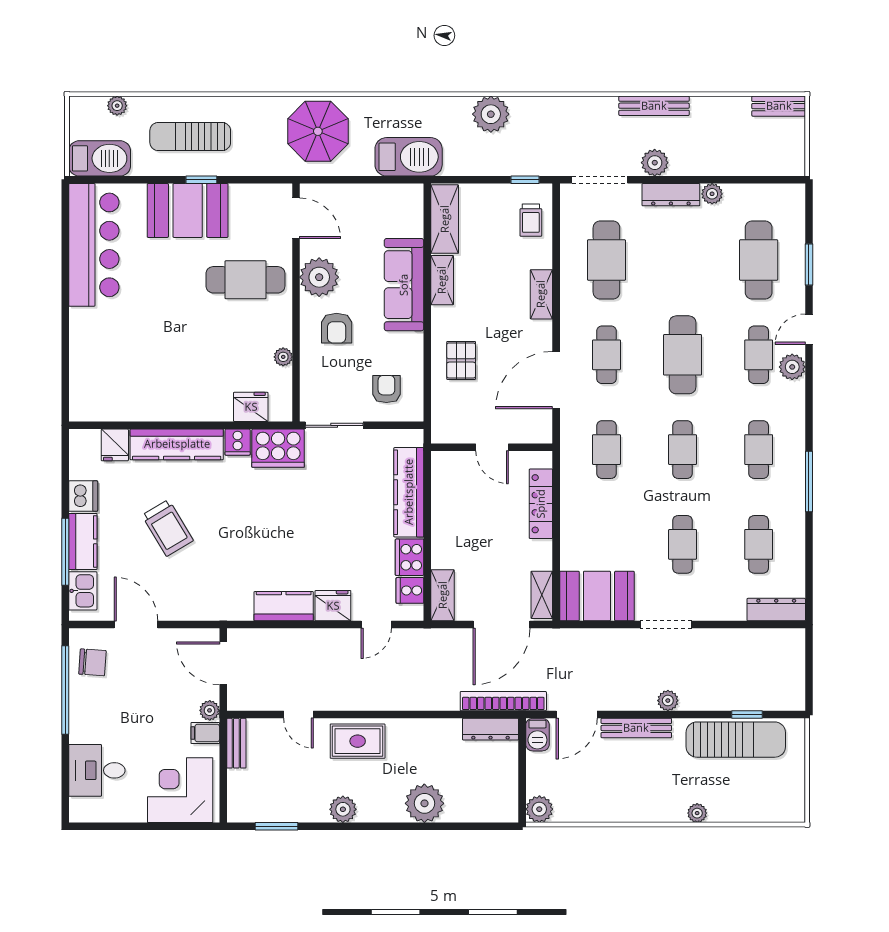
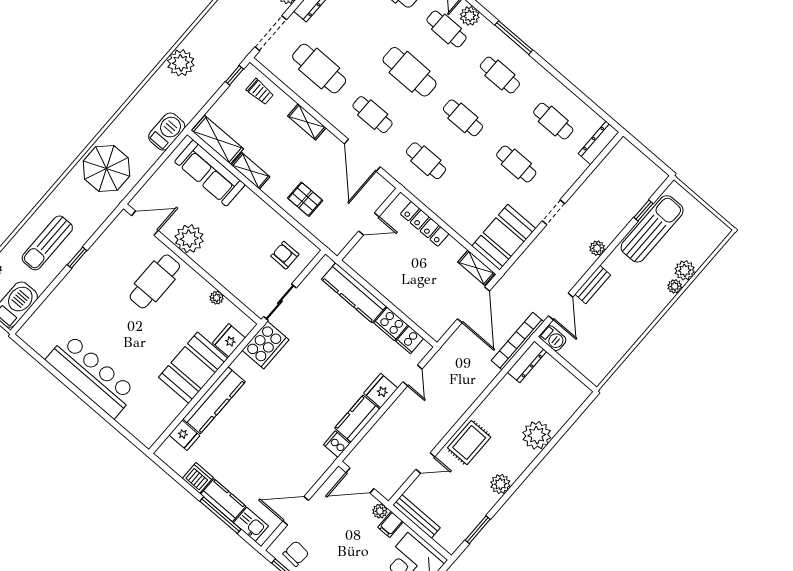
barbecue: (409, 157) -> (167, 131), width x0.73, depth x0.83
booth: (188, 210) -> (193, 368), moved
bar counter: (94, 245) -> (91, 376), moved
sofa: (404, 285) -> (210, 173), moved
armchair: (337, 328) -> (226, 254), removed
cooker: (238, 442) -> (337, 444), moved, turned 180
window: (809, 481) -> (514, 38), moved
trolley: (168, 528) -> (257, 446), removed
shelving: (443, 595) -> (428, 324), removed
doorway: (666, 625) -> (553, 212), width x0.73
bench: (636, 728) -> (593, 285), width x0.73
bench: (236, 743) -> (417, 516), width x1.36
plant: (539, 809) -> (685, 270), moved

